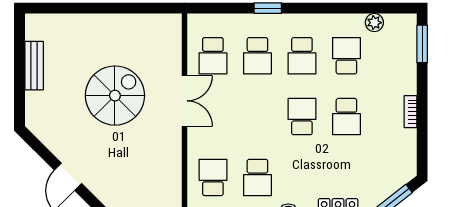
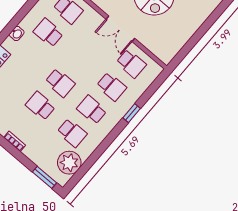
plant: (374, 23) -> (69, 163), width x1.87, depth x1.87
school desk: (213, 56) -> (131, 64), turned 180
school desk: (257, 56) -> (111, 87), turned 180

